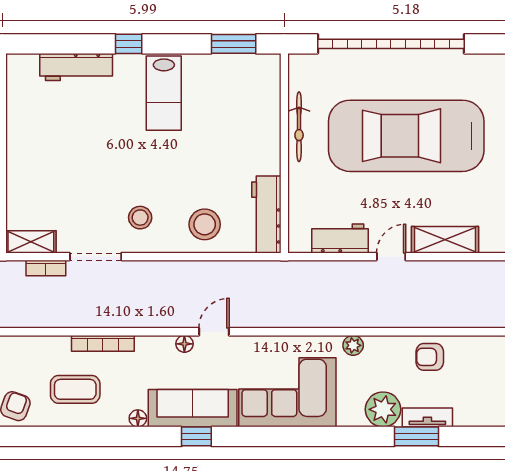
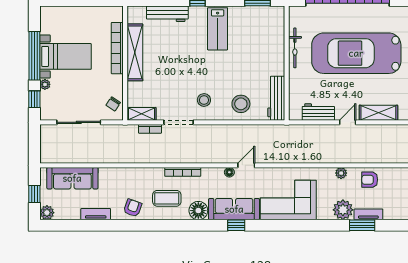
shelving: (20, 134) -> (135, 52), added
plant: (353, 345) -> (341, 173), moved
floor lamp: (138, 418) -> (198, 211), width x1.89, depth x1.89

